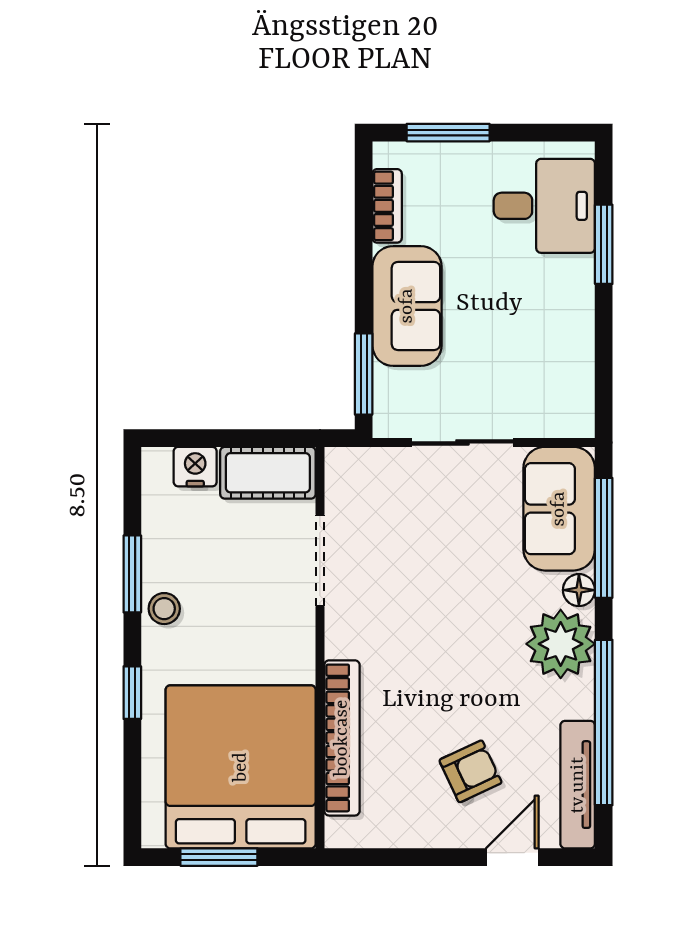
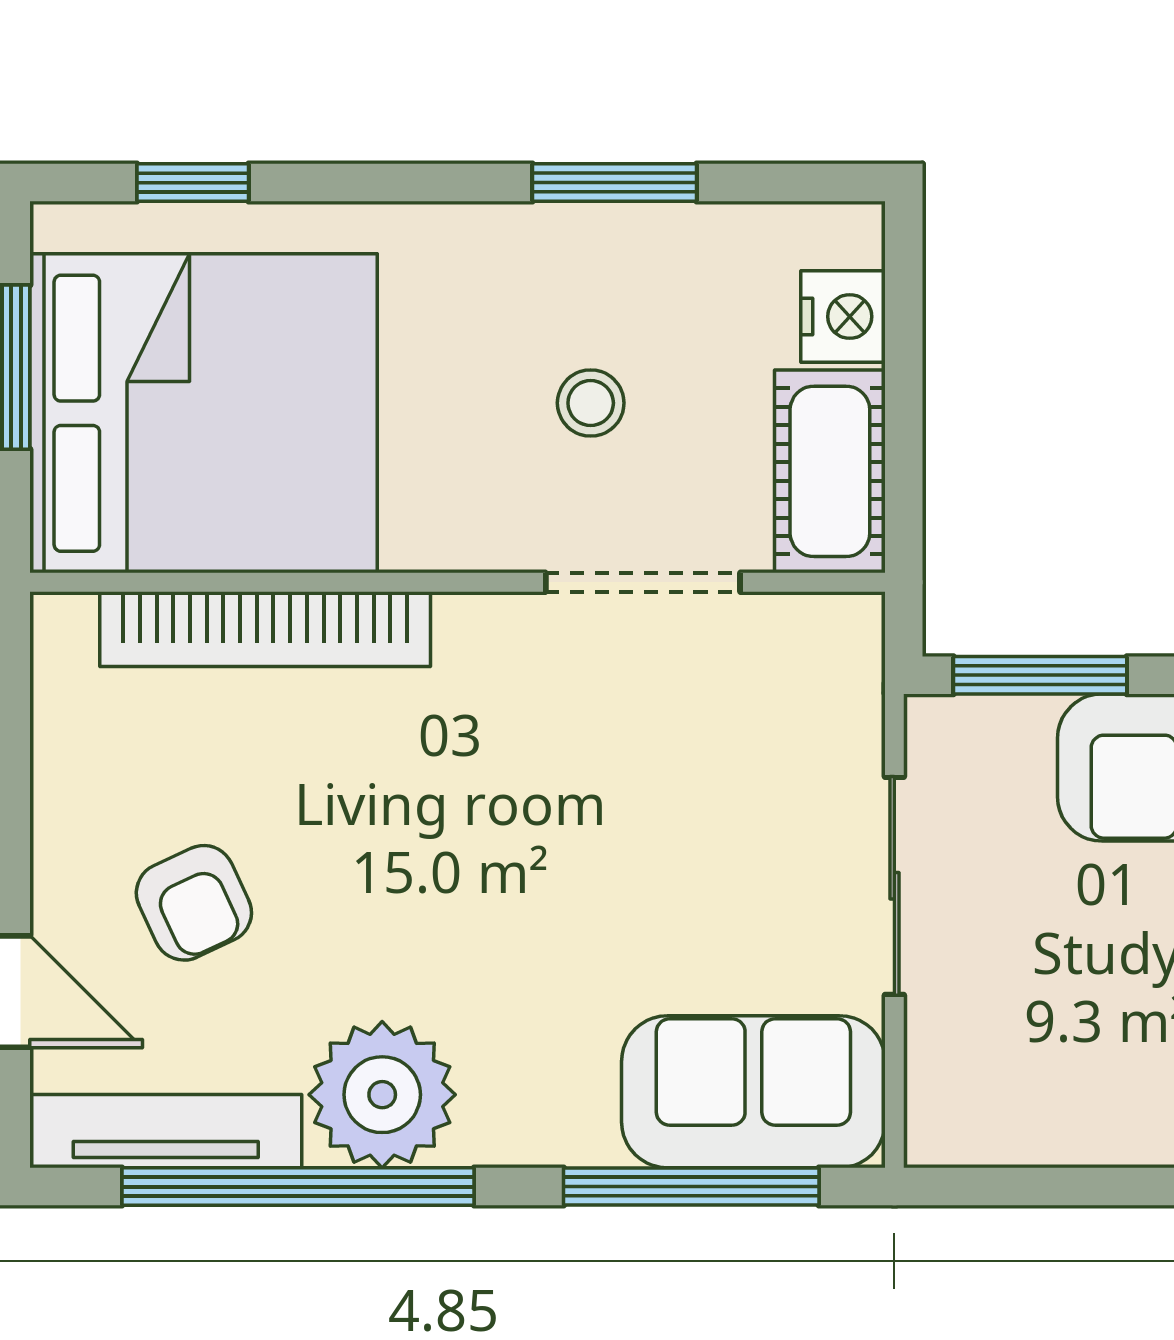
floor lamp: (579, 590) -> (580, 1134), removed
stool: (164, 609) -> (591, 403), moved
plant: (561, 644) -> (382, 1095), moved
window: (132, 693) -> (193, 183), moved

